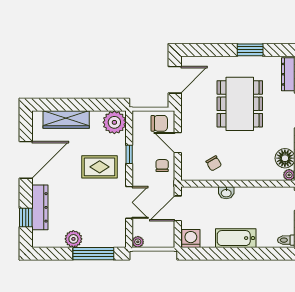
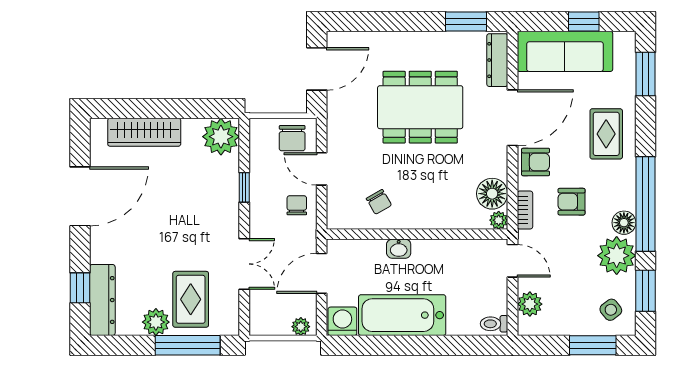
window: (250, 50) -> (466, 21), moved
dining table: (240, 104) -> (420, 107), turned 90
chair: (159, 123) -> (292, 138), turned 90
rug: (100, 167) -> (191, 299), moved, turned 90
dresser: (40, 207) -> (102, 300), moved
bathtub: (236, 238) -> (402, 315), width x1.36, depth x1.36
plant: (138, 242) -> (301, 327), moved

